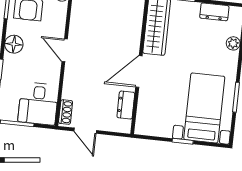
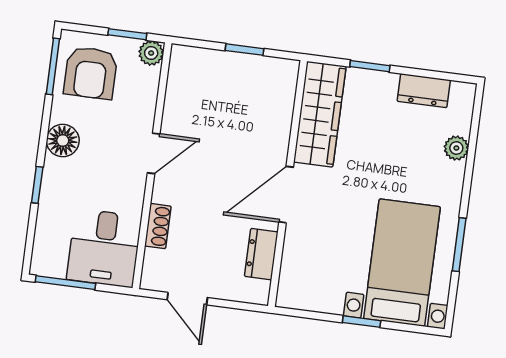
door: (65, 50) -> (154, 153), swing flipped
shoe rack: (66, 112) -> (158, 226), moved

